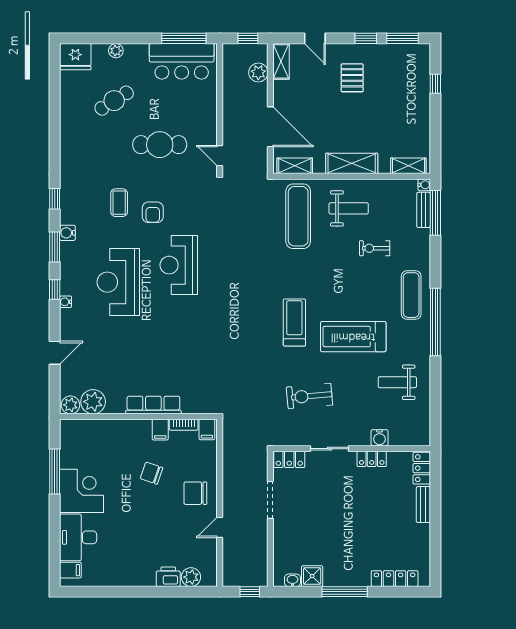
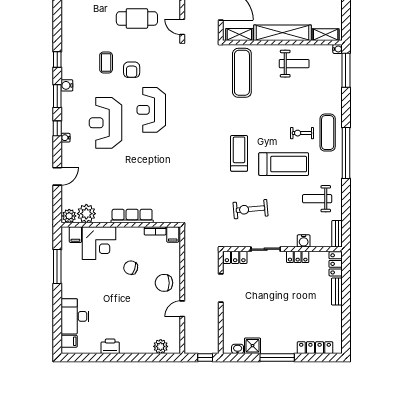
shelving: (352, 163) -> (283, 33), width x1.47
weight bench: (349, 208) -> (294, 64), moved
bench: (424, 210) -> (337, 234), moved
exercise bike: (375, 248) -> (302, 133), moved
treadmill: (353, 337) -> (284, 164), turned 180
filing cabinet: (160, 430) -> (75, 235), moved
corner desk: (82, 491) -> (99, 243), moved, turned 90
printer: (168, 577) -> (110, 346), moved

